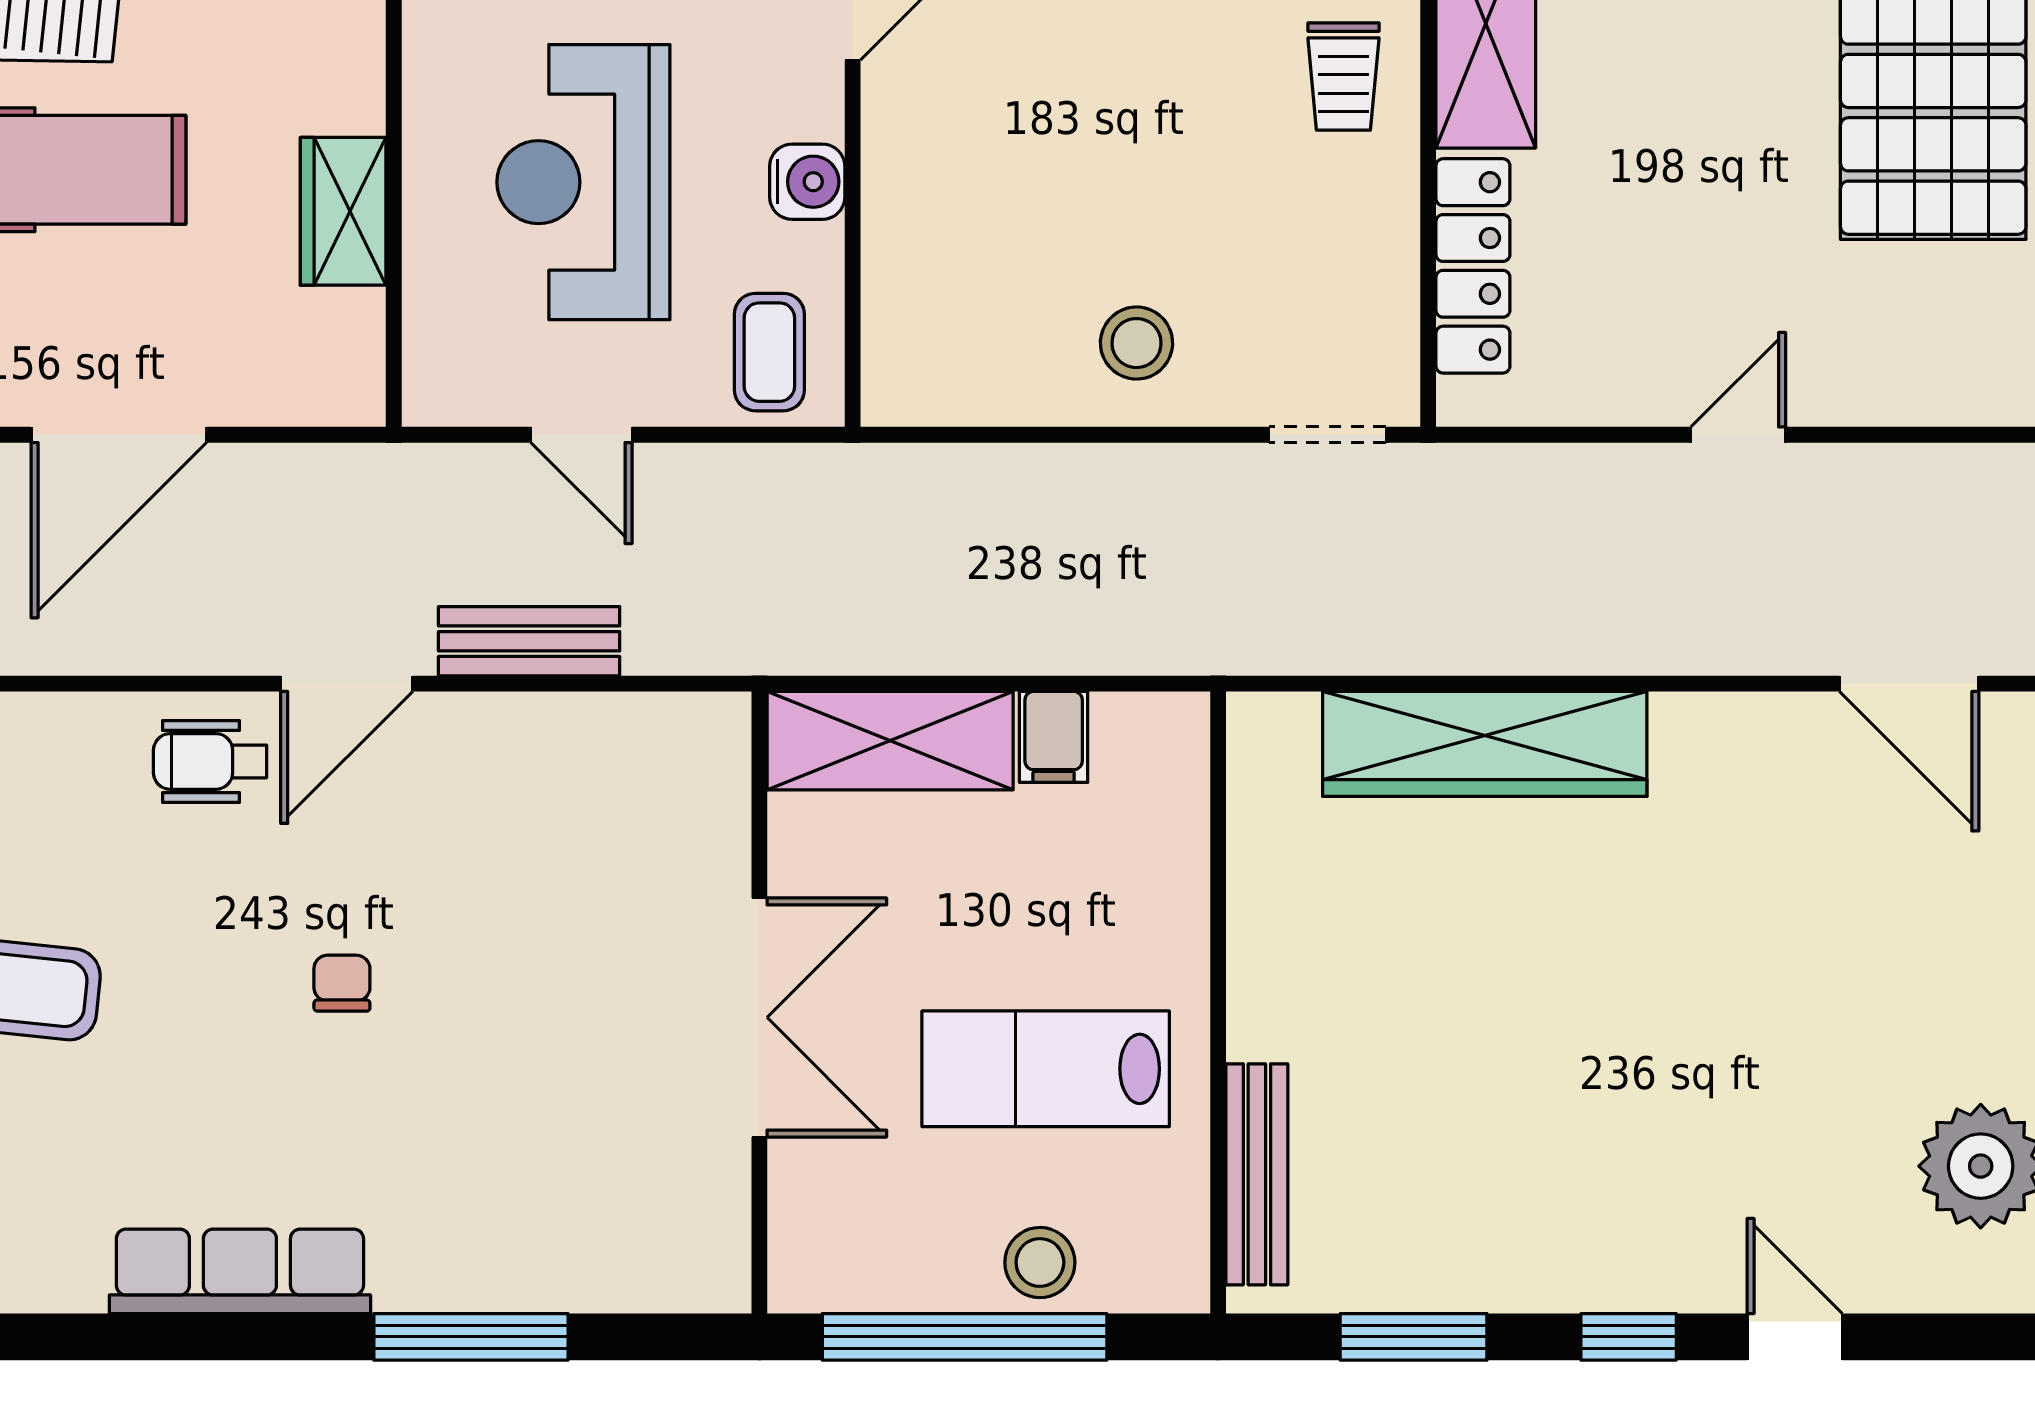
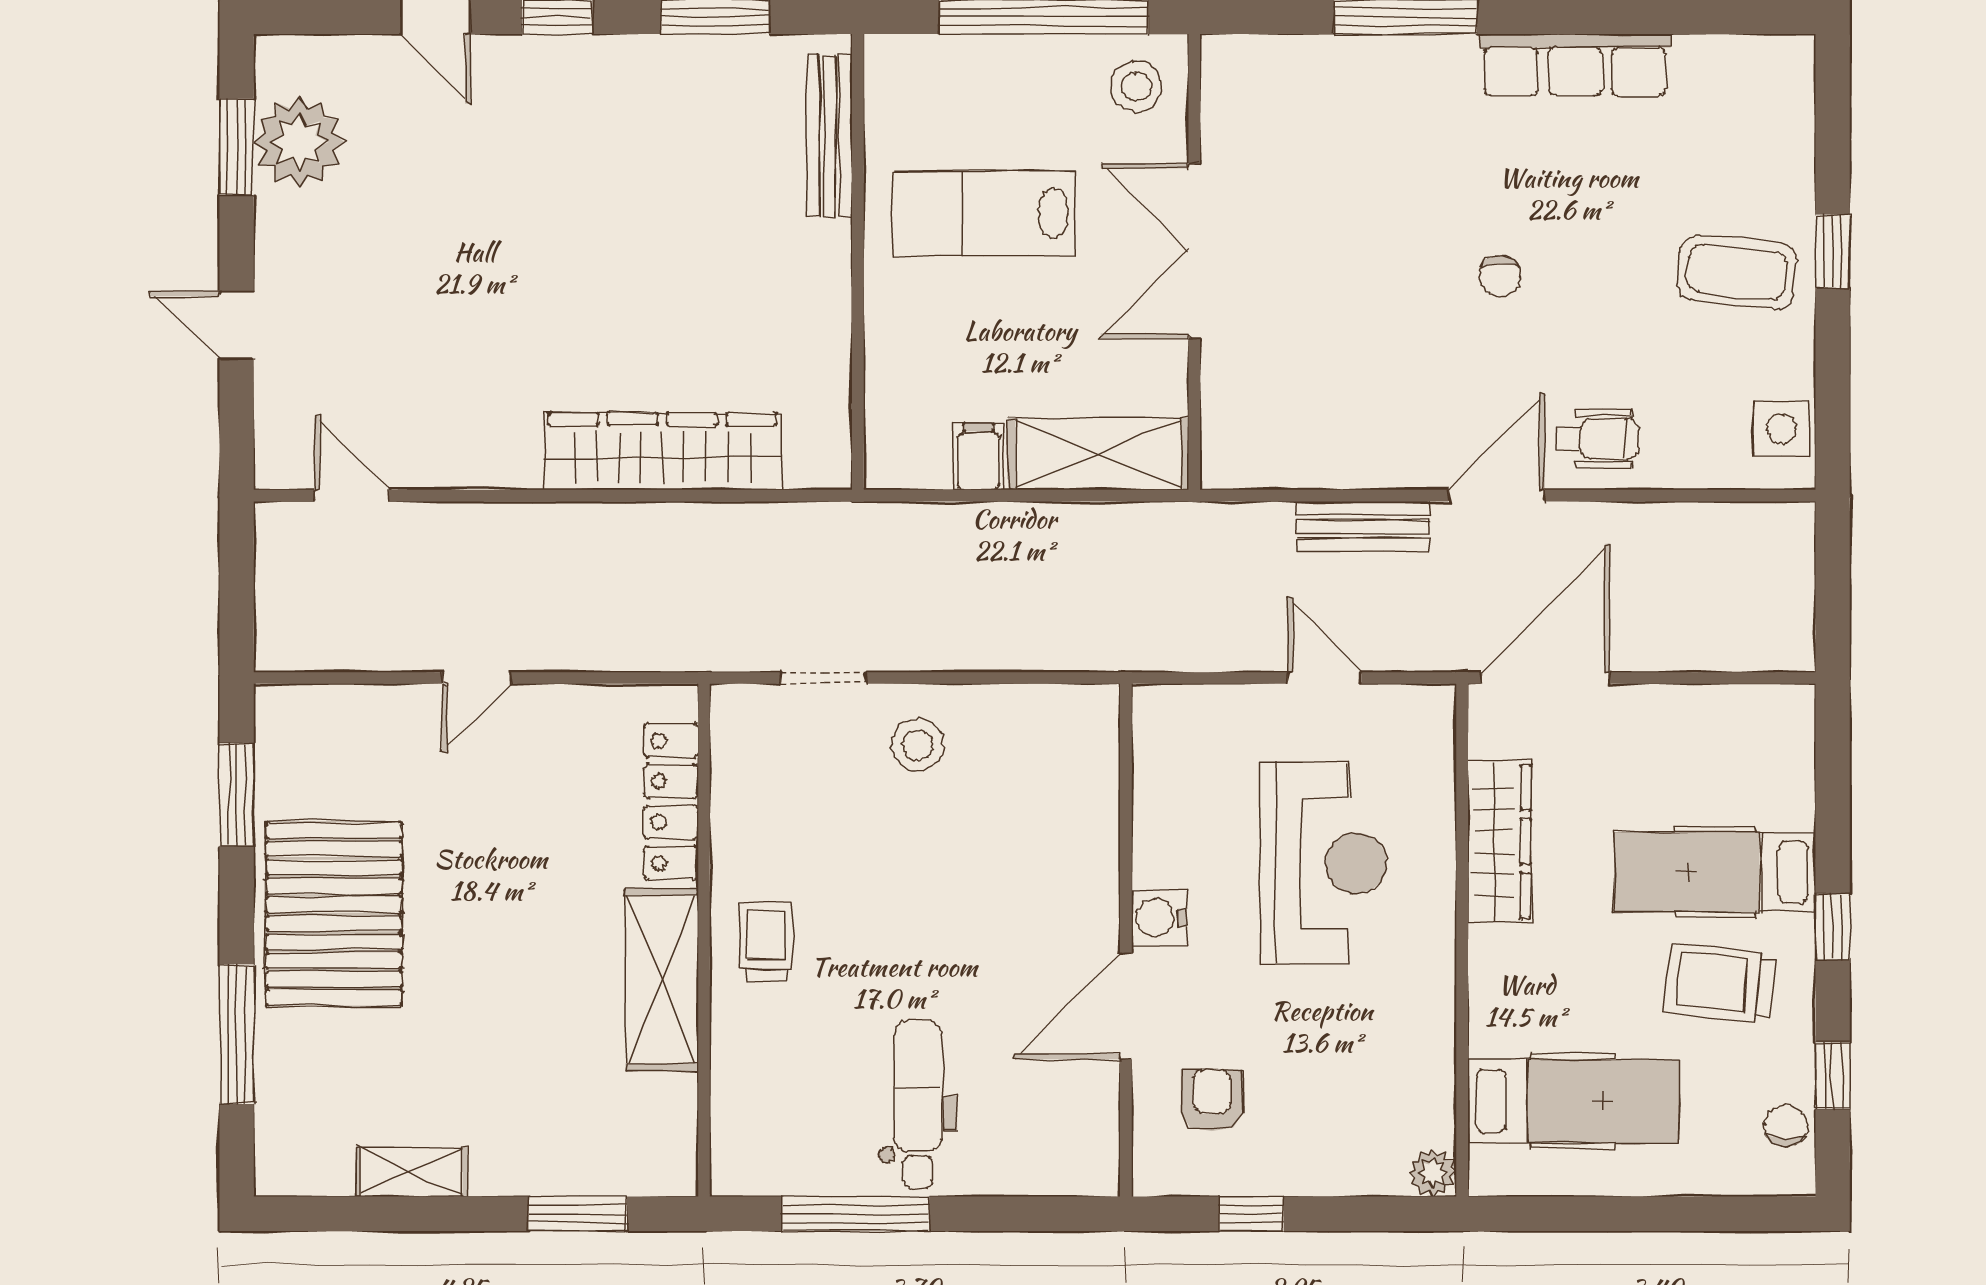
water cooler: (807, 182) -> (1159, 917), moved
wardrobe: (343, 211) -> (1499, 842), width x1.50
coffee table: (769, 352) -> (1187, 739), removed
door: (119, 435) -> (1546, 678), moved
doorway: (1327, 435) -> (824, 678), moved
door: (1909, 684) -> (352, 496), width x0.73
lab bench: (1046, 1069) -> (984, 213), turned 180
stool: (1040, 1263) -> (1136, 86), moved

